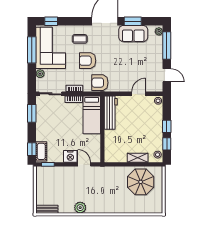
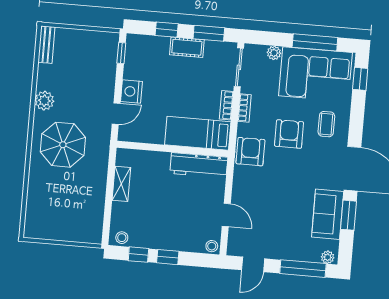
window: (32, 149) -> (167, 30), moved
cot: (41, 151) -> (187, 47), moved
shelving: (138, 158) -> (121, 184), moved
parasol: (141, 182) -> (63, 145), moved

